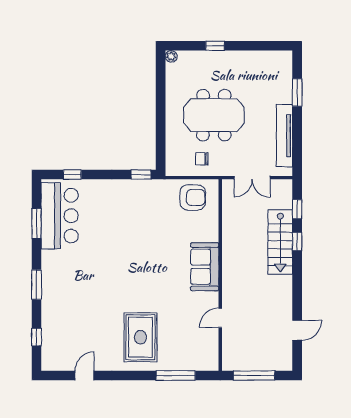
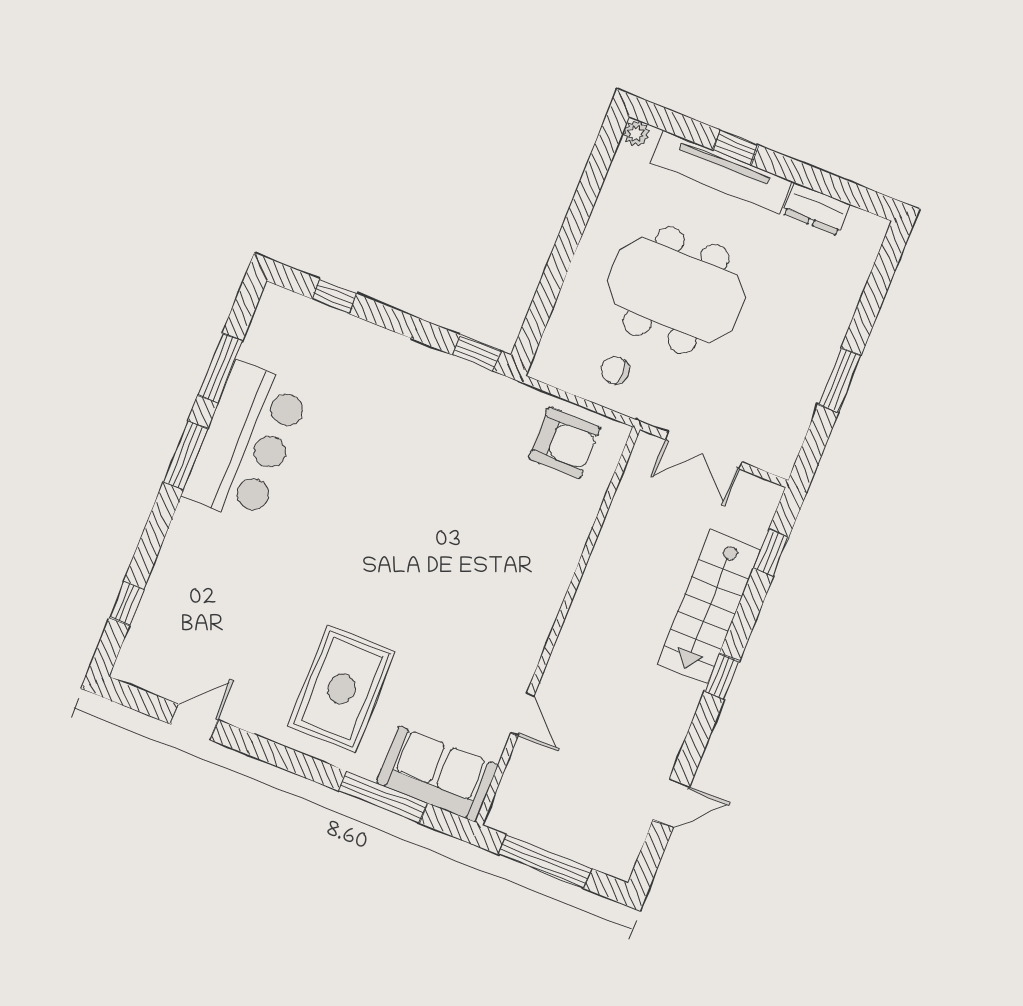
dresser: (259, 58) -> (816, 209), added
window: (297, 92) -> (840, 380), moved
tv unit: (284, 136) -> (721, 172), moved, turned -90
bar counter: (60, 216) -> (246, 442), moved
window: (297, 241) -> (722, 676), moved
sofa: (205, 267) -> (437, 774), moved, turned 90
window: (36, 285) -> (186, 455), moved
door: (220, 318) -> (522, 714), swing flipped

